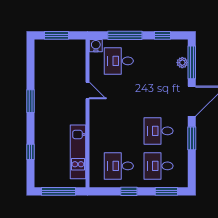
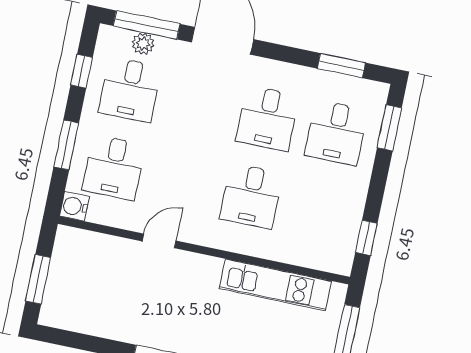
window: (125, 35) -> (66, 145), width x0.69
desk: (158, 61) -> (130, 90), added
window: (192, 138) -> (341, 66), moved
desk: (119, 166) -> (251, 196), moved
window: (129, 191) -> (366, 238), moved

